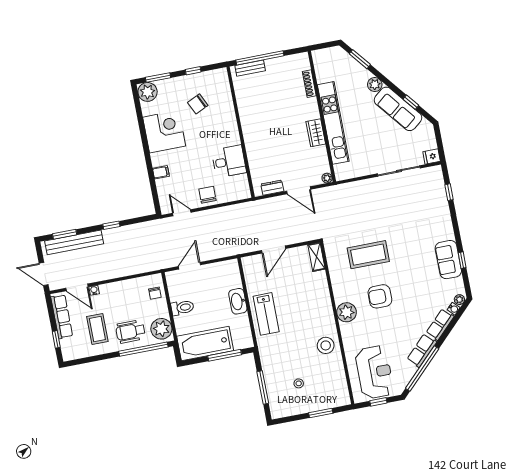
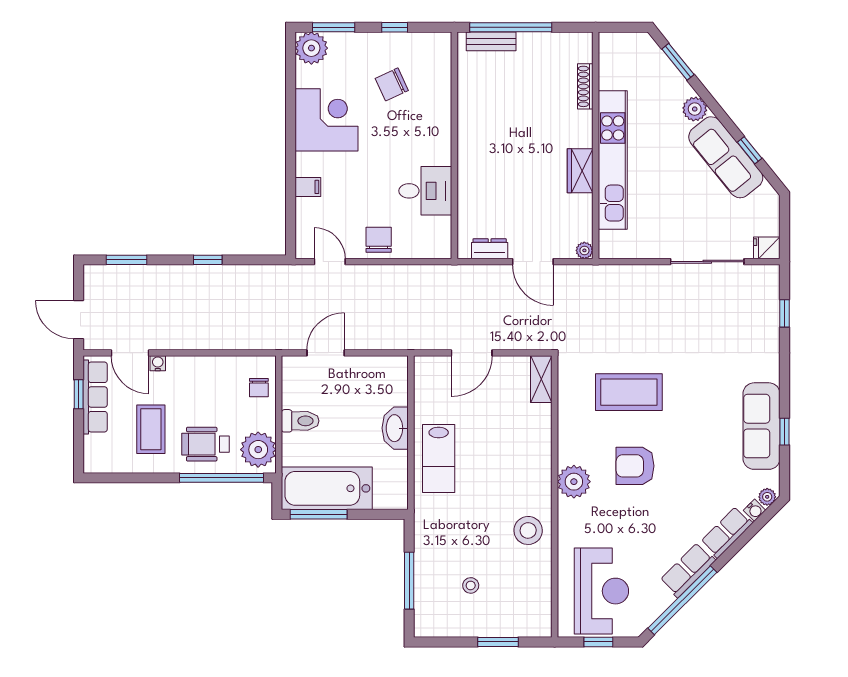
bench: (74, 242) -> (140, 277), removed
sofa: (448, 260) -> (761, 426), width x1.36
window: (56, 339) -> (79, 394), moved
window: (225, 355) -> (319, 514), moved

